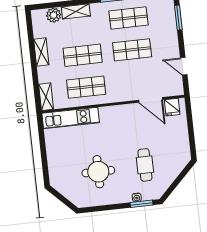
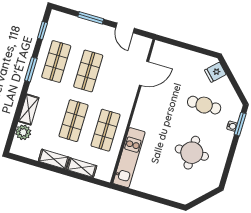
window: (178, 18) -> (91, 18), moved
door: (184, 66) -> (125, 28), hinge flipped
shelving: (46, 97) -> (82, 168), moved
fridge: (172, 107) -> (215, 72), moved, turned 135

